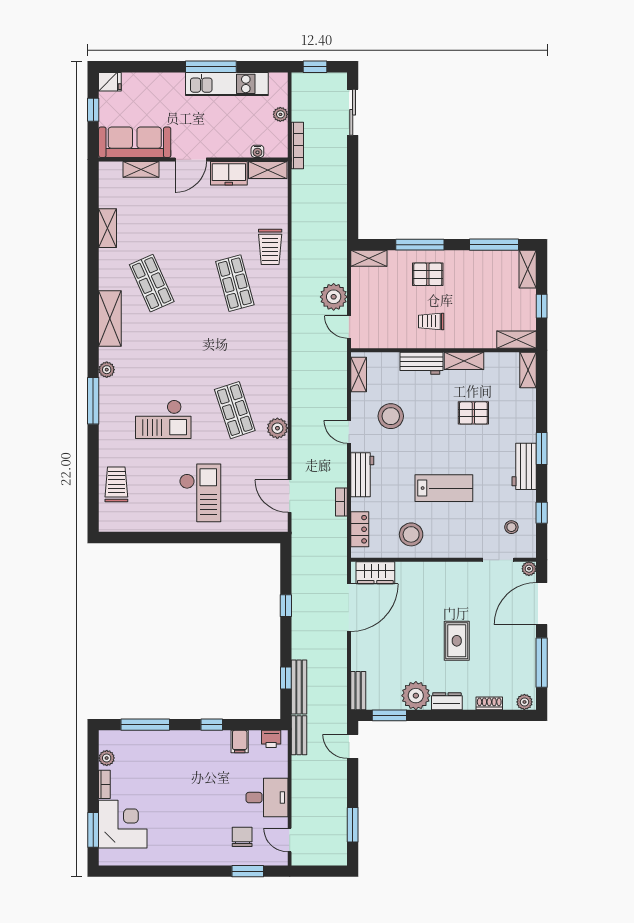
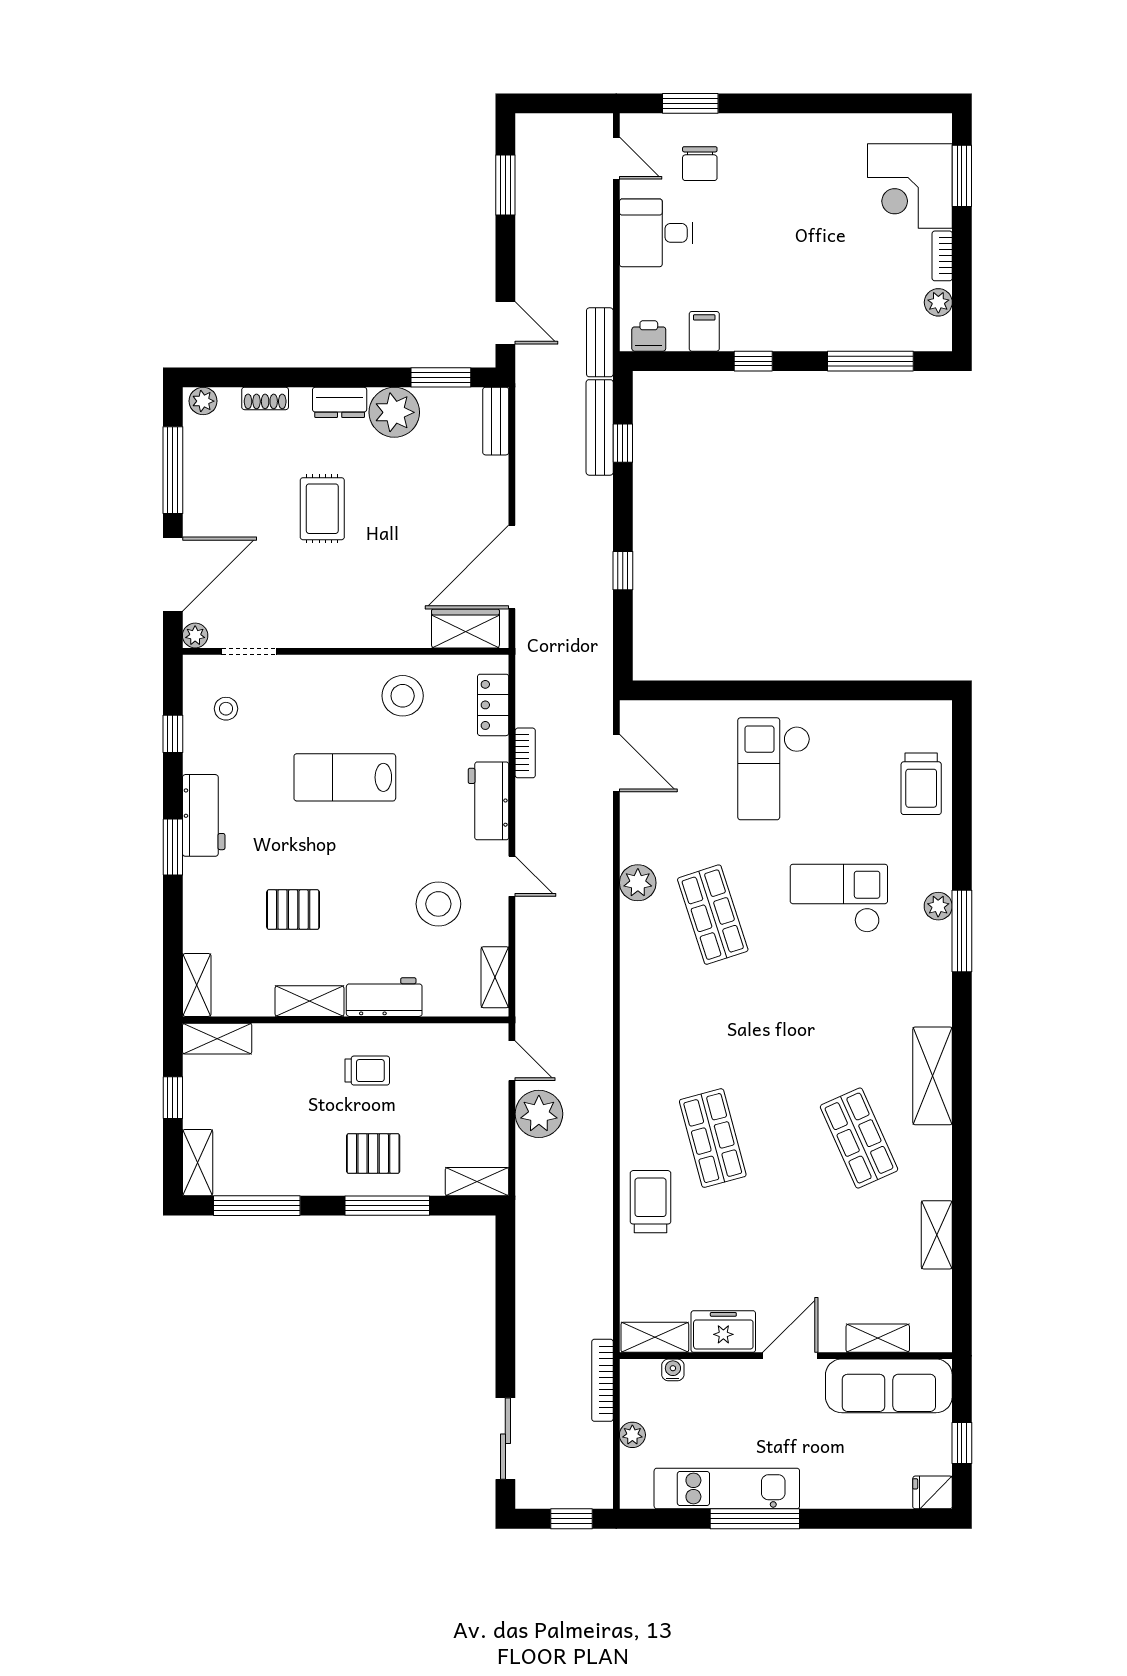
plant: (107, 370) -> (938, 906), moved

